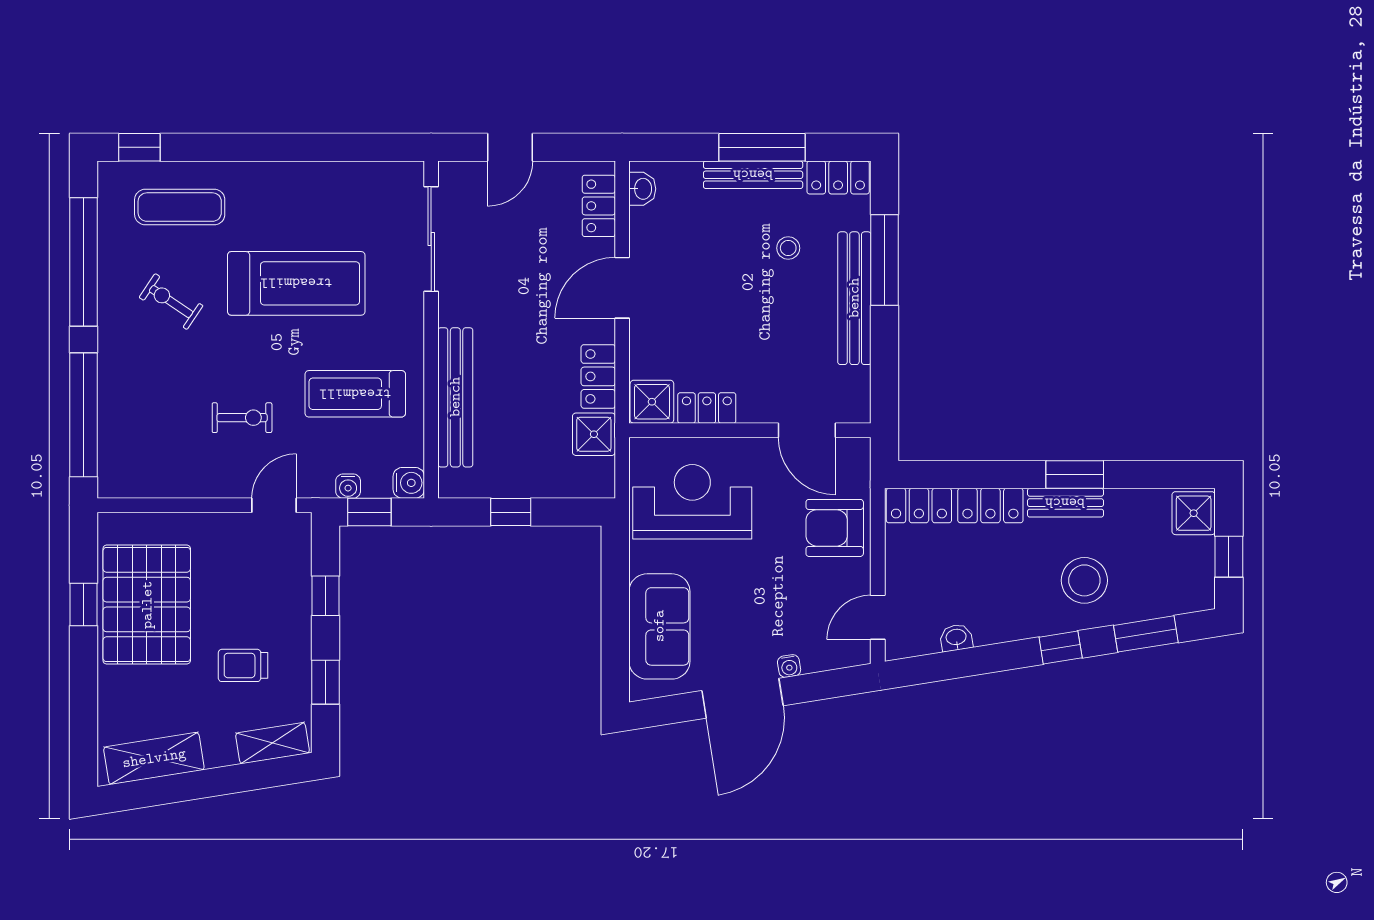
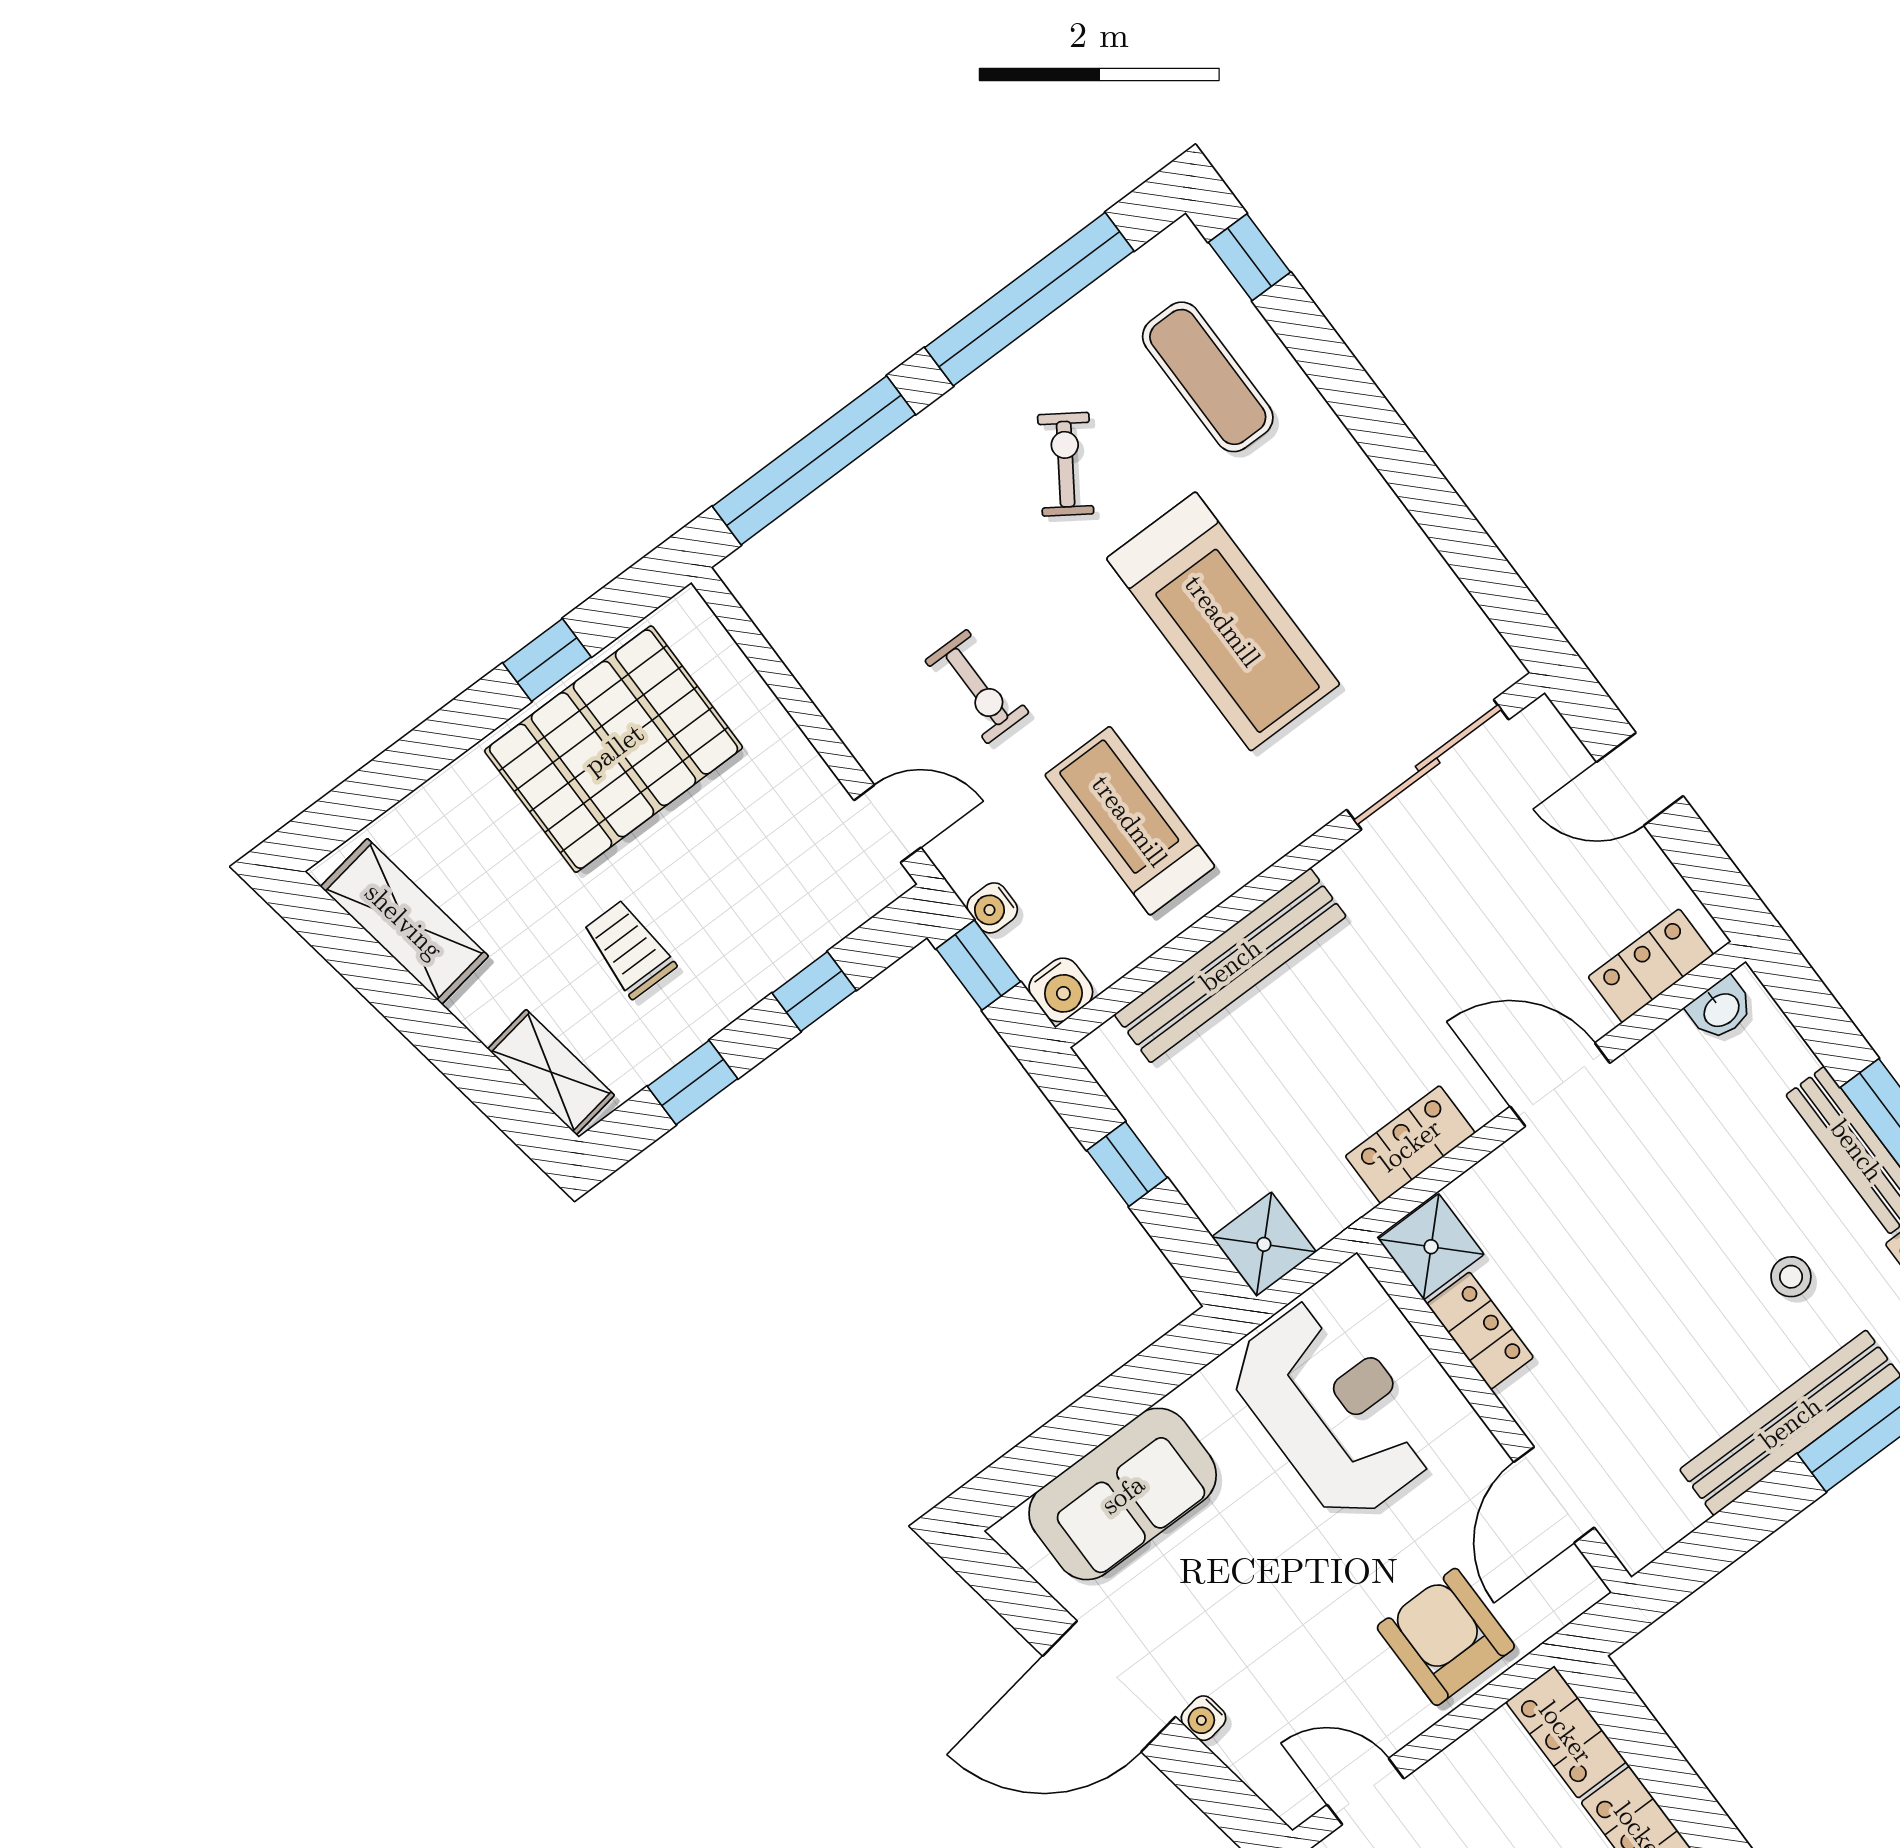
shower: (594, 434) -> (1264, 1244), moved

